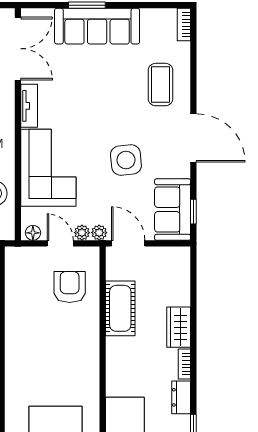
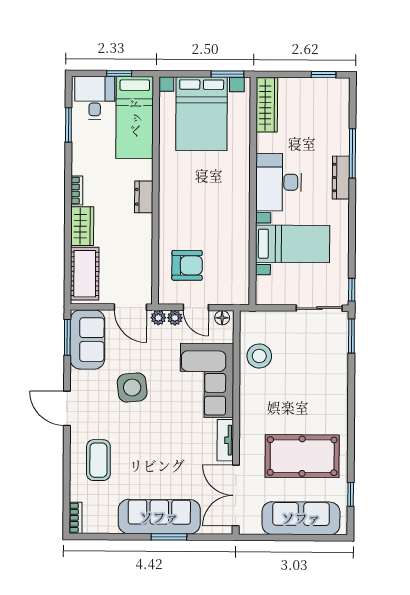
door: (193, 138) -> (67, 408), width x0.73
window: (193, 212) -> (67, 337), width x1.50
armchair: (70, 287) -> (187, 265), turned -90
cot: (120, 308) -> (85, 274), moved
dresser: (181, 397) -> (144, 197), moved, turned 180

